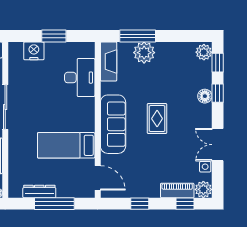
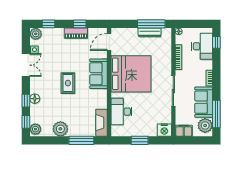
nightstand: (34, 51) -> (164, 130), moved
plant: (144, 53) -> (60, 129), moved
sofa: (113, 124) -> (98, 74), width x0.73
bed: (66, 145) -> (131, 74), width x2.04
door: (98, 178) -> (109, 42), hinge flipped
piano: (177, 190) -> (76, 33), moved
window: (54, 204) -> (151, 24), moved

